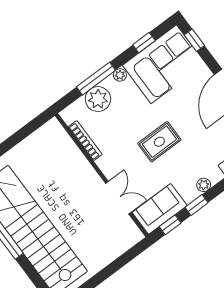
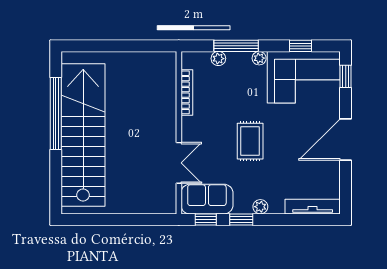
plant: (98, 99) -> (218, 59), width x0.53, depth x0.53
rug: (159, 142) -> (250, 141), turned 90

